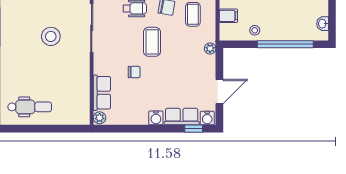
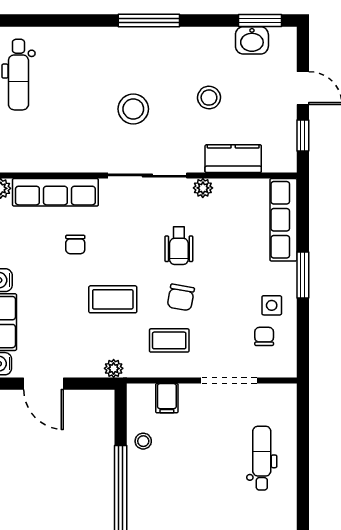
coffee table: (152, 42) -> (113, 299), moved
row of seats: (102, 93) -> (55, 192), width x1.48

